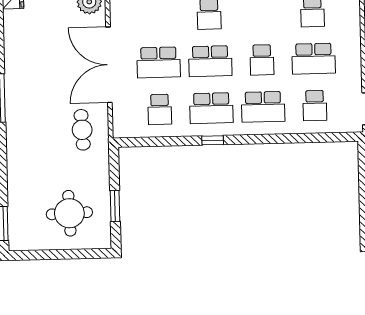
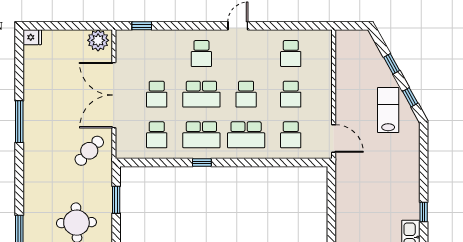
school desk: (314, 59) -> (291, 94), width x0.54
school desk: (159, 62) -> (157, 94), width x0.54
cafe table: (82, 130) -> (89, 151), turned 46
window: (115, 206) -> (116, 200), moved

